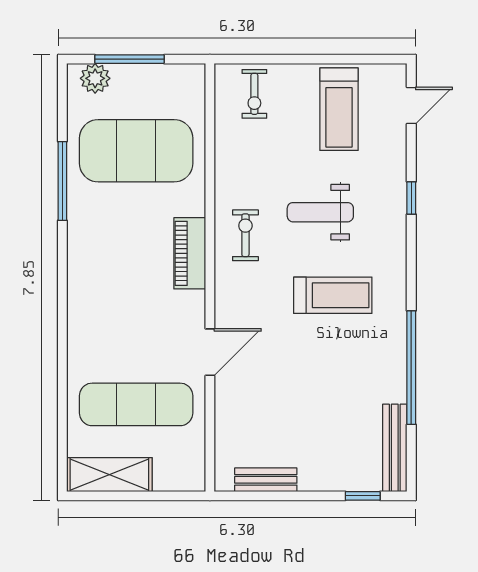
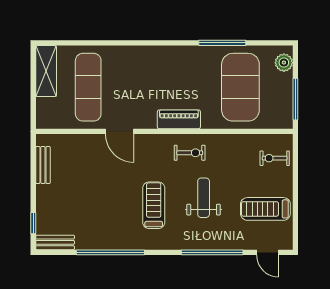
window: (129, 59) -> (295, 99), moved
window: (411, 198) -> (212, 252), width x3.17
treadmill: (333, 295) -> (154, 205), turned 180
bench: (395, 448) -> (55, 242), width x0.73

